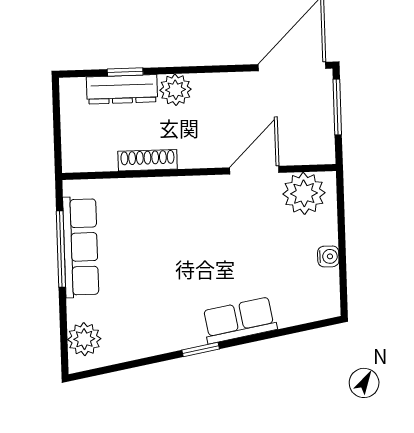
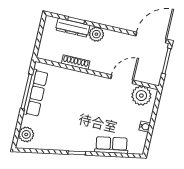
row of seats: (239, 320) -> (111, 145), moved

